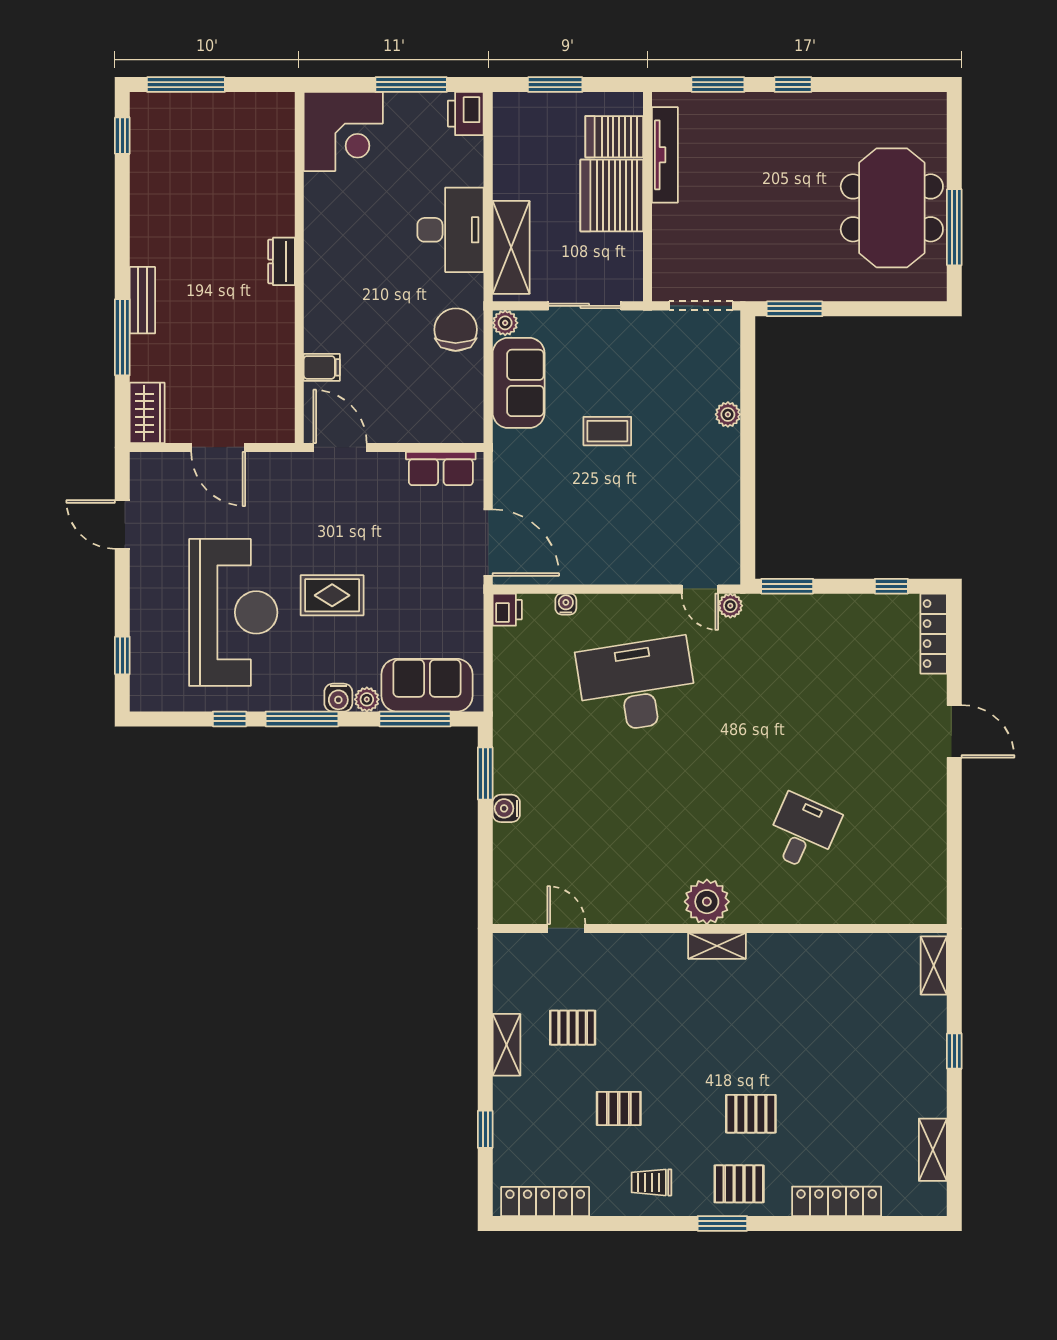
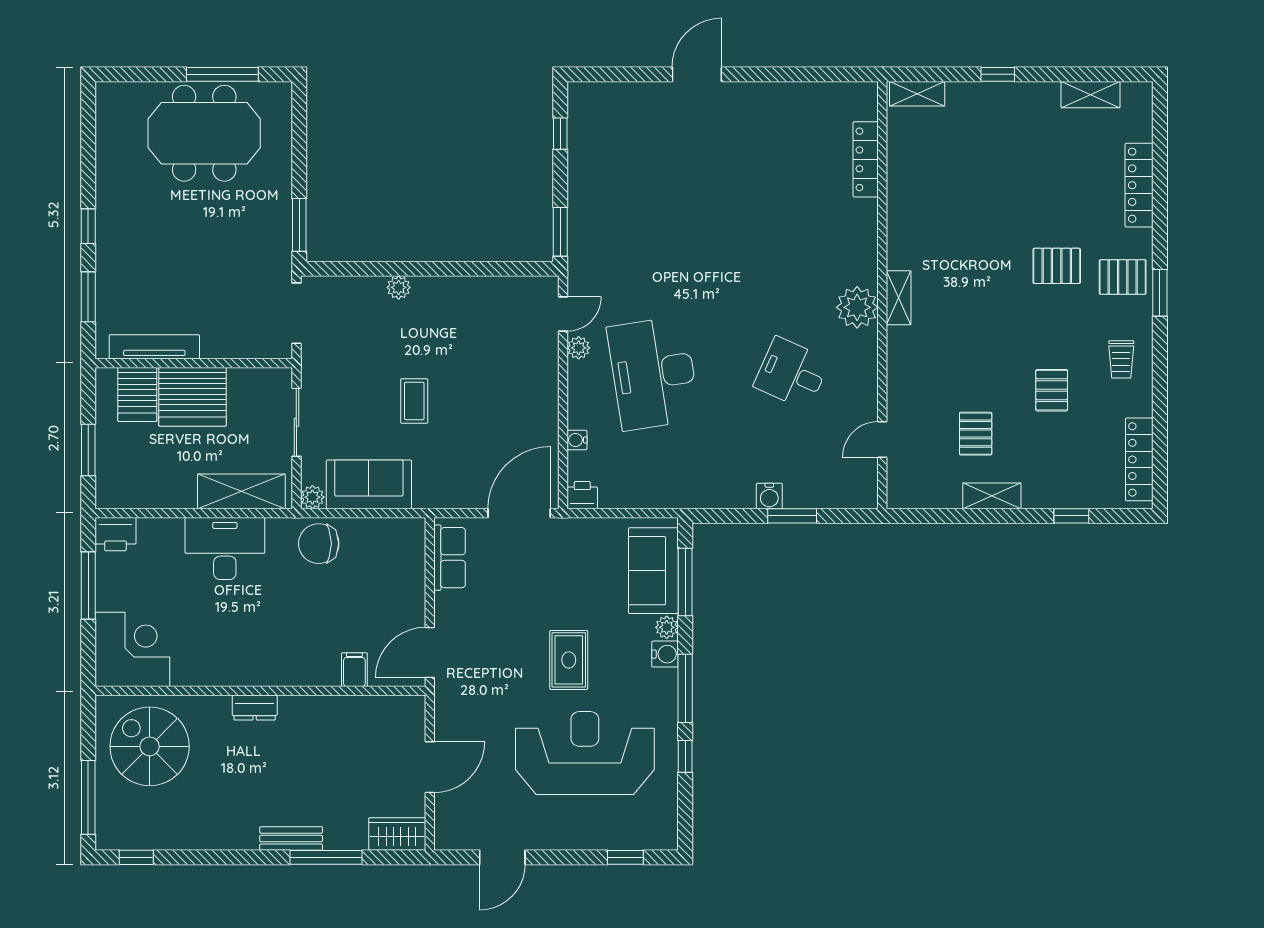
spiral stairs: (240, 150) -> (150, 746), added
plant: (730, 606) -> (579, 348), moved
locker: (934, 634) -> (866, 159), moved, turned 90
window: (485, 773) -> (792, 516), moved
desk: (803, 832) -> (792, 373), moved
pallet: (751, 1114) -> (1057, 266), turned 90
pallet: (739, 1184) -> (1123, 277), turned 90

